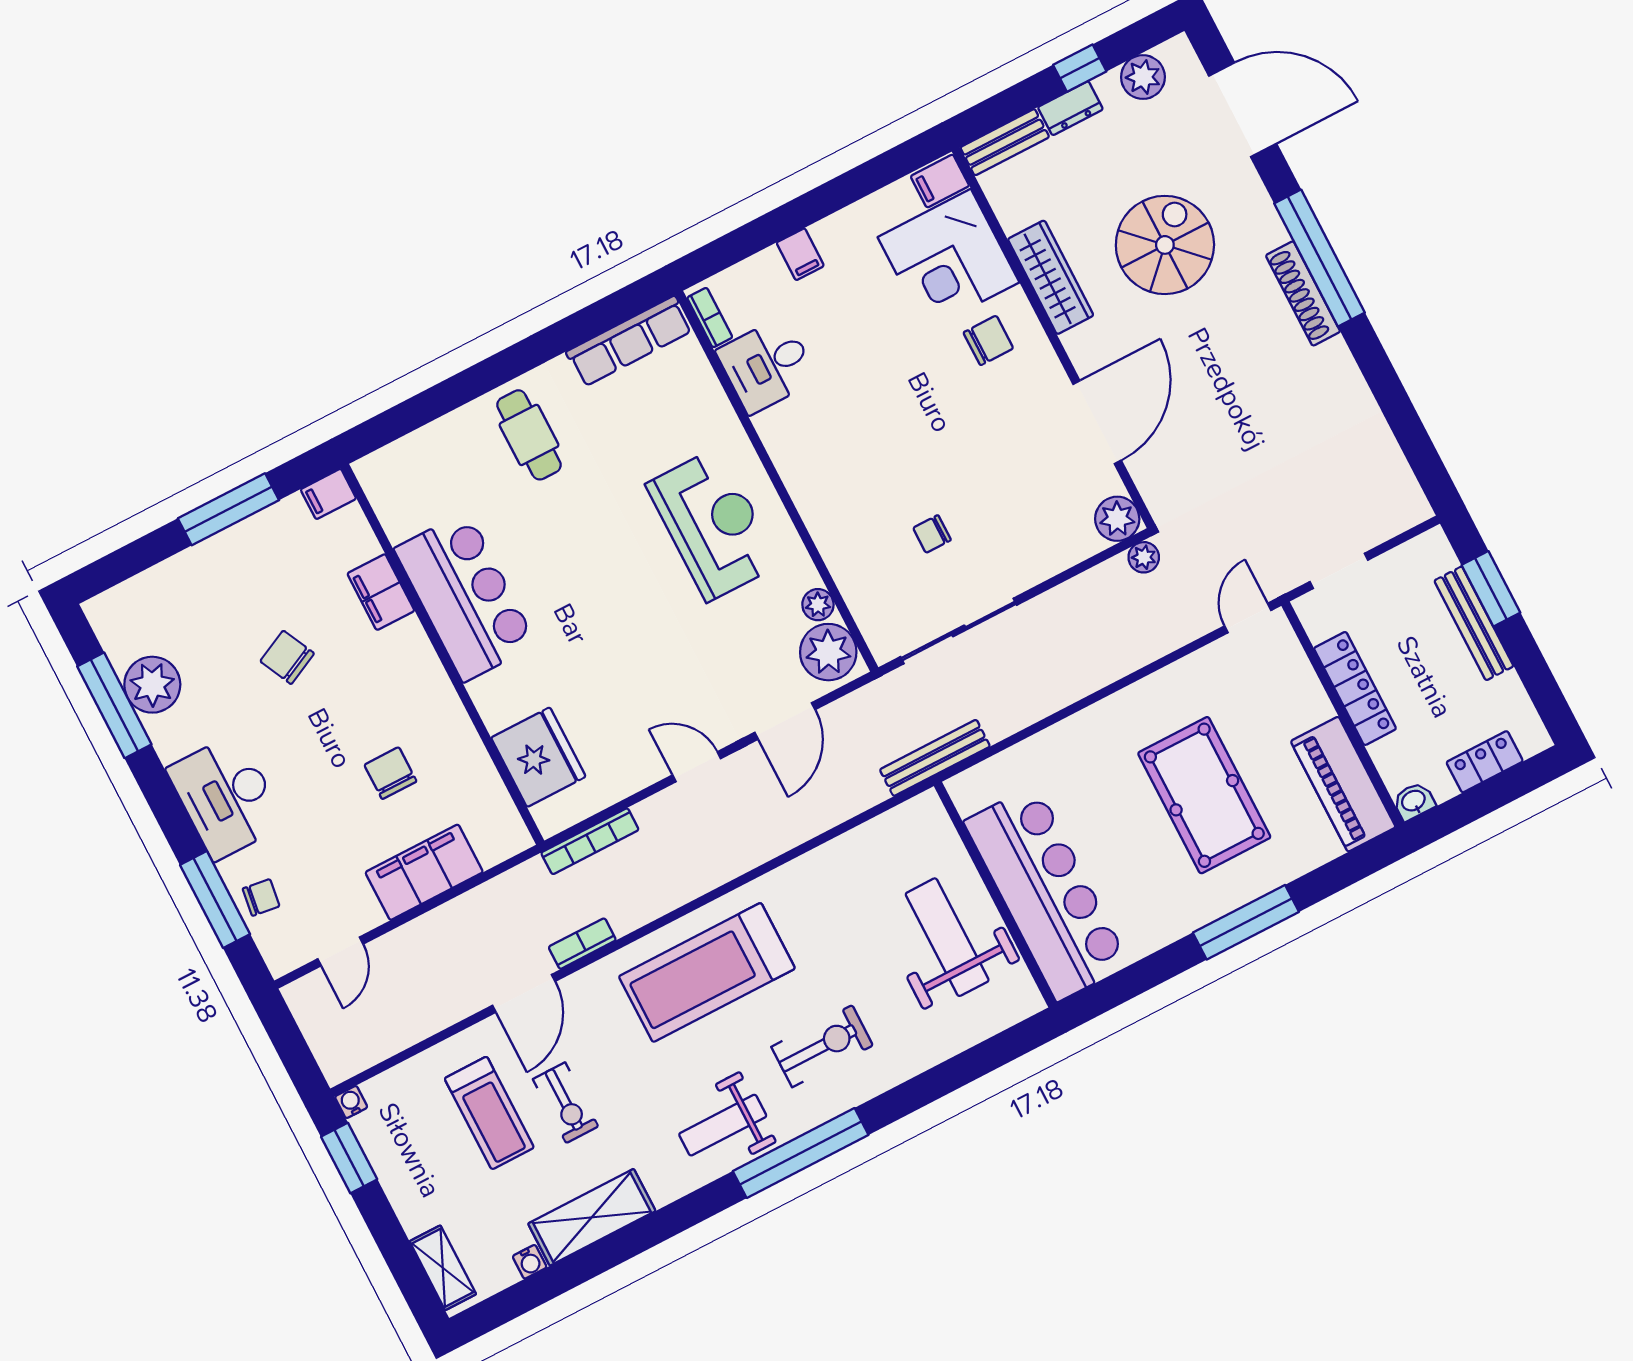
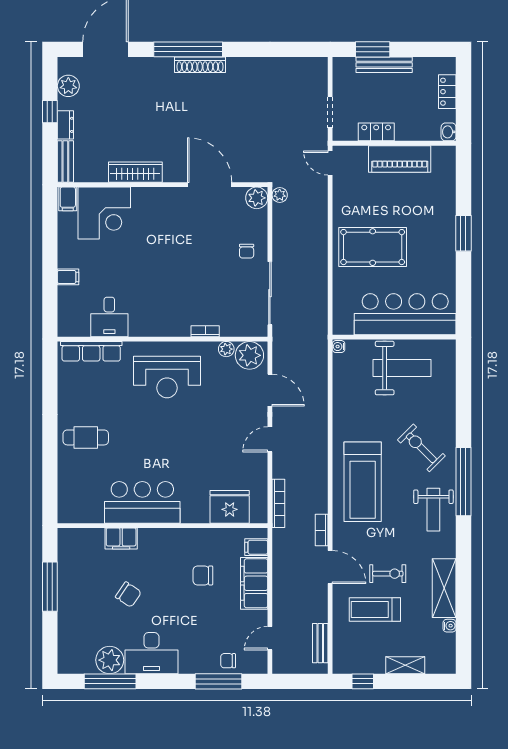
spiral stairs: (1165, 245) -> (147, 114), removed
bookcase: (710, 318) -> (205, 331), moved
chair: (988, 340) -> (149, 214), removed
row of seats: (629, 341) -> (91, 351), moved, turned 90
filing cabinet: (328, 494) -> (256, 547), moved, turned 90
reception desk: (713, 524) -> (167, 377), turned 180
chair: (932, 534) -> (247, 251), moved
chair: (287, 657) -> (128, 595), turned -120
locker: (1355, 688) -> (376, 132), width x0.66
bench: (935, 758) -> (320, 643), moved, width x0.73
piano: (1343, 784) -> (400, 159), moved
pool table: (1204, 795) -> (373, 247), moved
desk: (226, 797) -> (151, 653), moved
chair: (261, 897) -> (228, 661), turned -98
window: (1246, 922) -> (463, 233), width x0.69
weight bench: (947, 937) -> (402, 368), turned 180
door: (340, 951) -> (270, 638), swing flipped
exercise bike: (822, 1046) -> (421, 448), turned -45
water cooler: (351, 1102) -> (339, 347), moved
treadmill: (489, 1113) -> (375, 610), turned 180
window: (349, 1158) -> (363, 681), width x0.67
shelving: (443, 1268) -> (405, 665), moved

